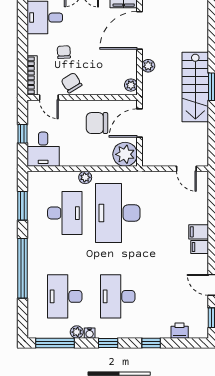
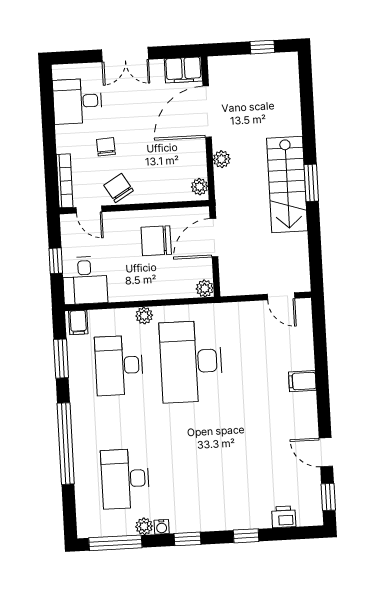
plant: (125, 154) -> (205, 288), width x0.53, depth x0.53
desk: (65, 213) -> (119, 365), turned 180
filing cabinet: (200, 247) -> (78, 322), moved, turned -90
desk: (118, 296) -> (197, 475), removed

